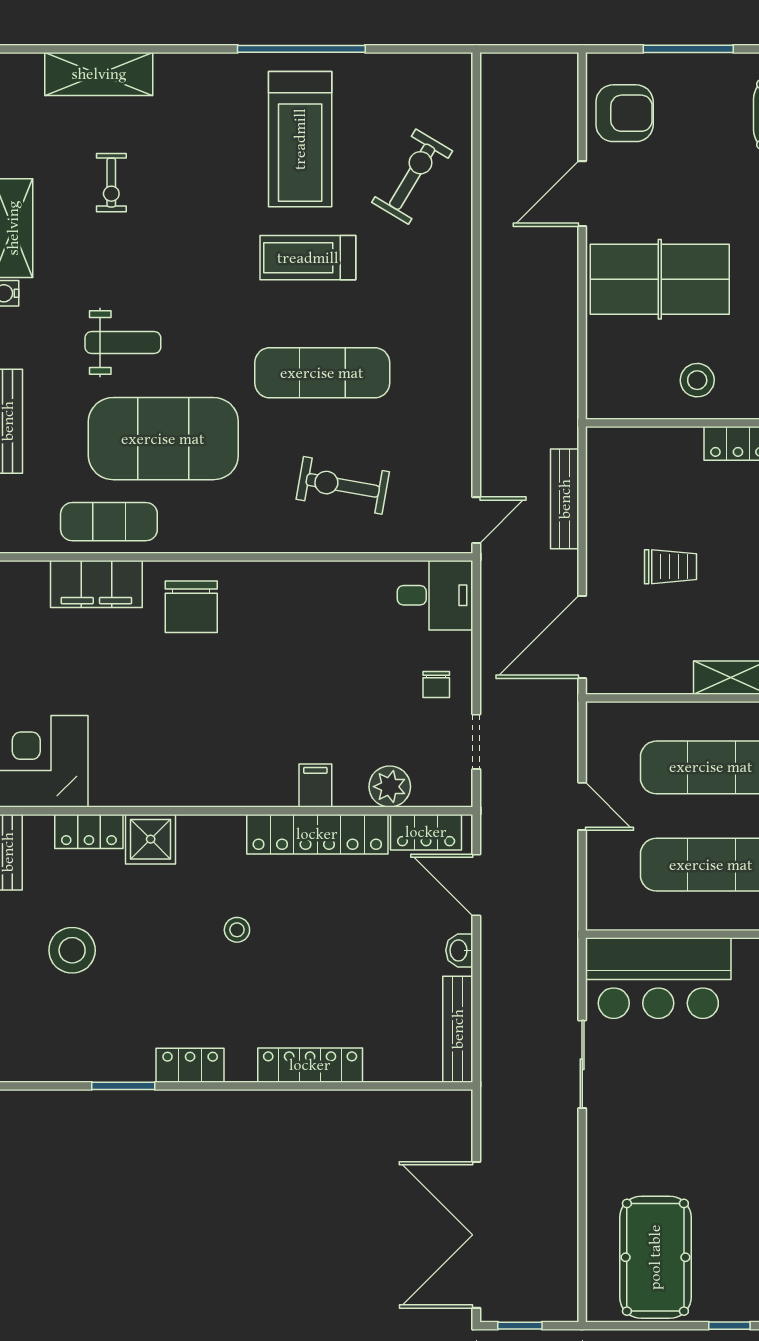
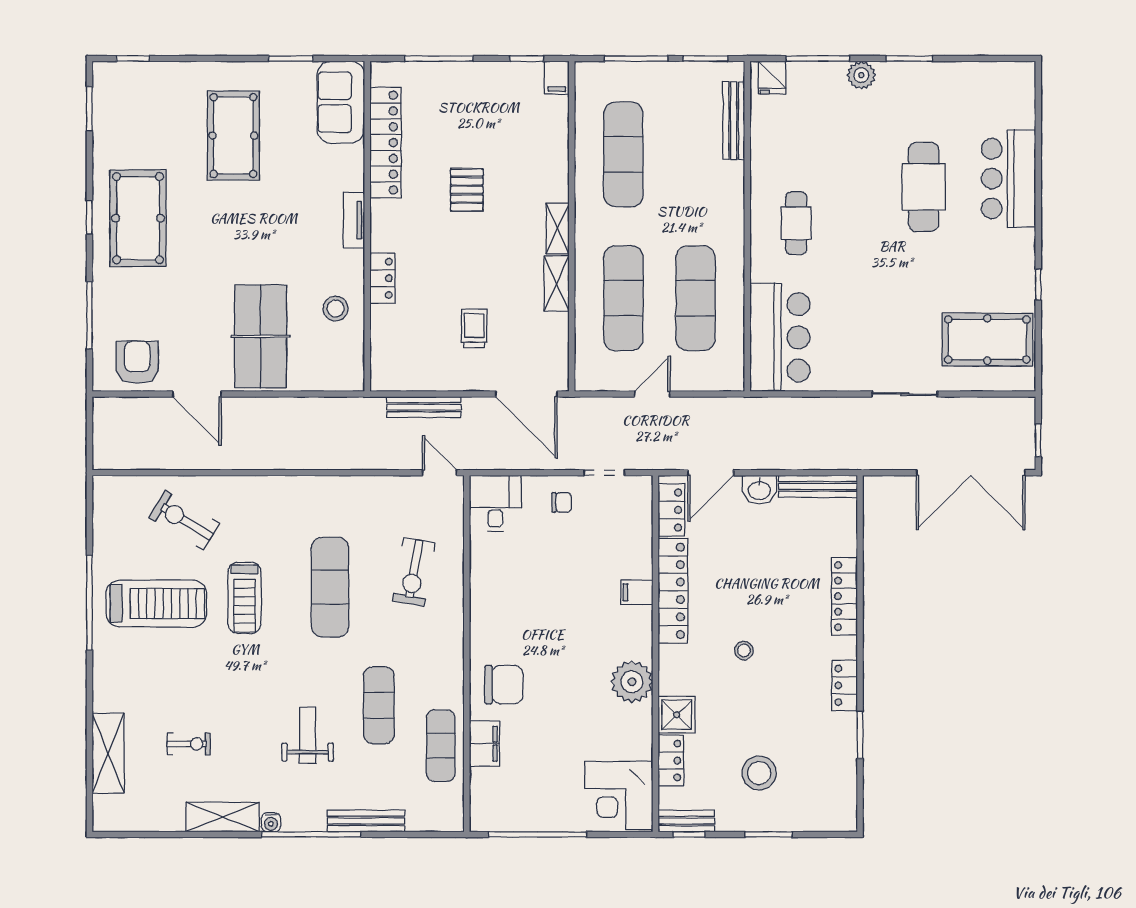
exercise mat: (163, 439) -> (379, 705), width x0.50, depth x0.69
filing cabinet: (96, 584) -> (485, 744), width x0.67, depth x0.86
plant: (390, 787) -> (632, 682), moved, width x1.36, depth x1.36
washbasin: (459, 950) -> (759, 490), width x1.38, depth x1.45
sliding door: (582, 1064) -> (905, 394), moved

